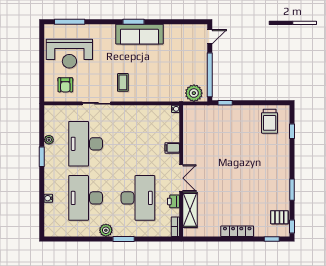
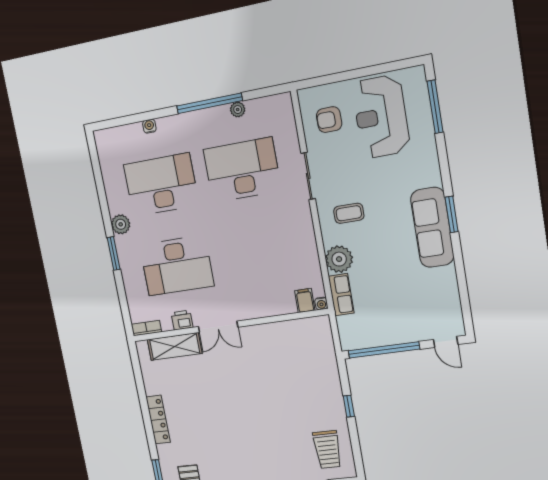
plant: (194, 93) -> (339, 259), moved
row of seats: (172, 95) -> (341, 295), added
window: (225, 103) -> (349, 406), moved
trolley: (270, 121) -> (327, 450), turned -90
filing cabinet: (172, 148) -> (305, 300), moved
window: (42, 157) -> (209, 103), width x2.11

